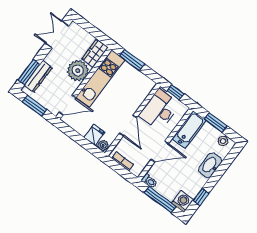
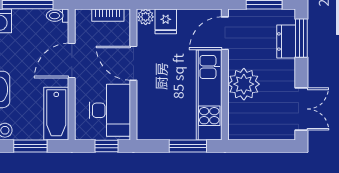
wardrobe: (95, 53) -> (239, 120), removed
dresser: (38, 76) -> (286, 42), width x0.70

